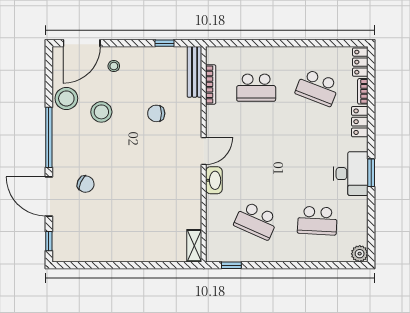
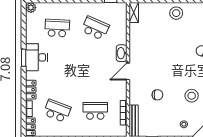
stool: (126, 245) -> (176, 13), added

